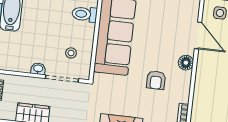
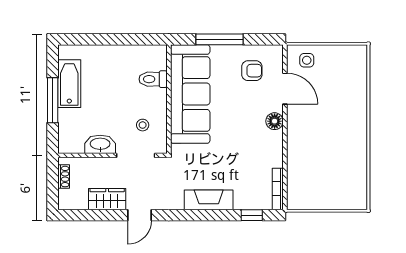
washbasin: (38, 69) -> (100, 144), width x1.91, depth x1.45
armchair: (156, 80) -> (252, 71), moved, turned -90

